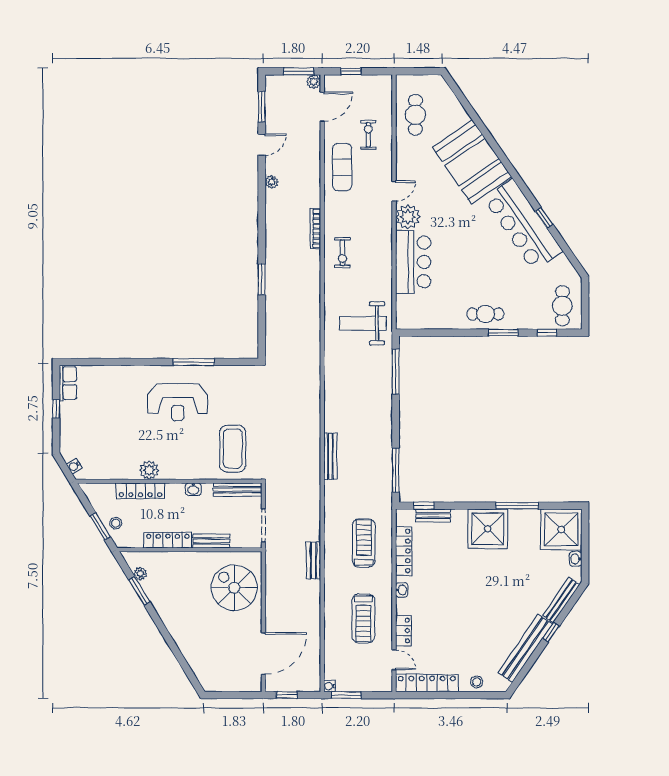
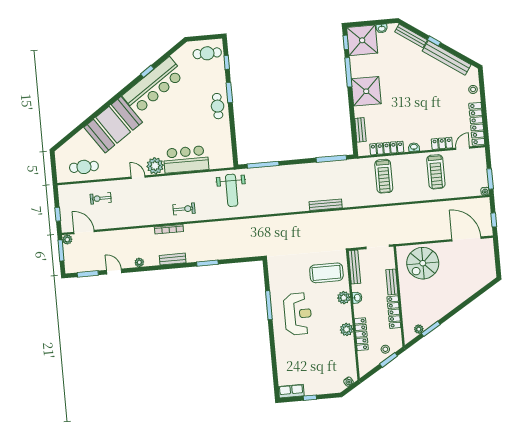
exercise mat: (342, 167) -> (125, 214), removed
plant: (195, 470) -> (344, 298), added
window: (424, 506) -> (346, 42), moved
treadmill: (364, 543) -> (384, 176), turned -90
bench: (313, 560) -> (173, 259), moved
treadmill: (363, 618) -> (436, 172), turned 90

